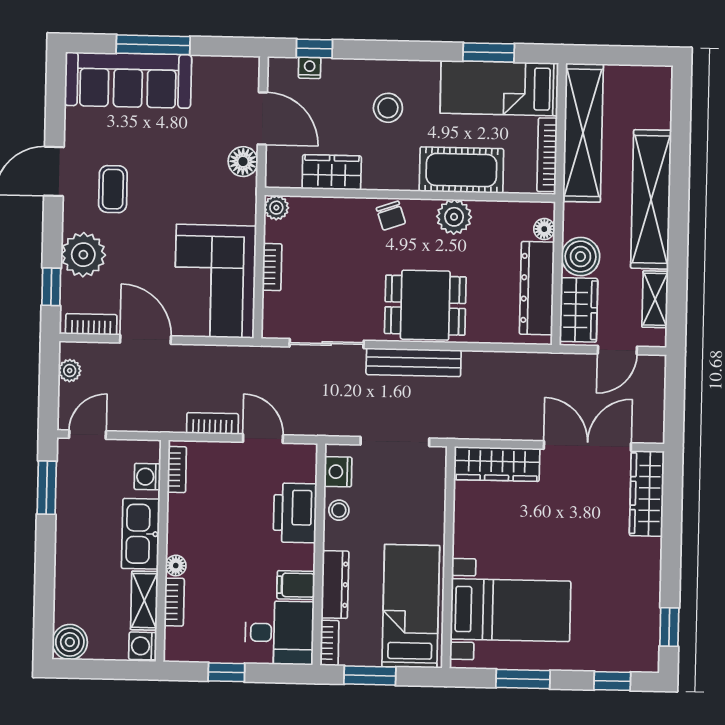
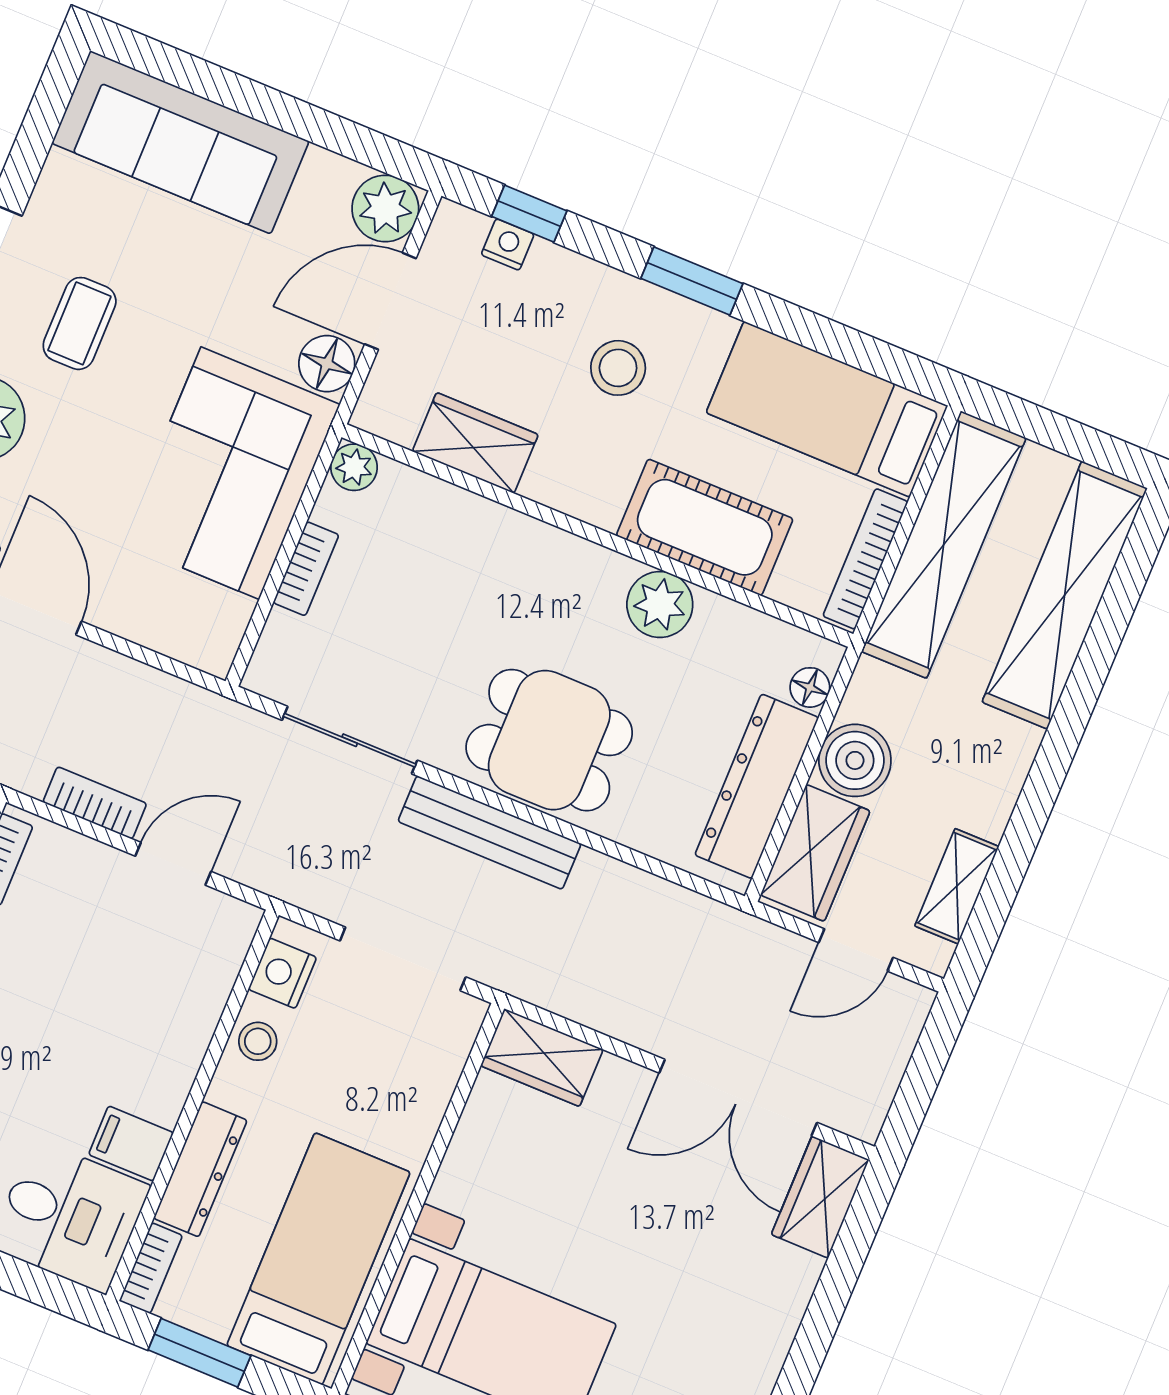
window: (153, 45) -> (248, 97), removed
window: (489, 52) -> (692, 281), moved
plant: (242, 74) -> (385, 208), added
door: (262, 118) -> (390, 301), swing flipped
shelving: (651, 199) -> (1065, 595), moved
chair: (391, 216) -> (550, 559), removed
corner sofa: (215, 281) -> (230, 473), moved
door: (263, 439) -> (173, 864), hinge flipped
double door: (587, 446) -> (738, 1098), swing flipped
wardrobe: (497, 464) -> (542, 1058), width x0.67
wardrobe: (647, 493) -> (820, 1197), width x0.67
printer: (295, 513) -> (179, 1016), removed

